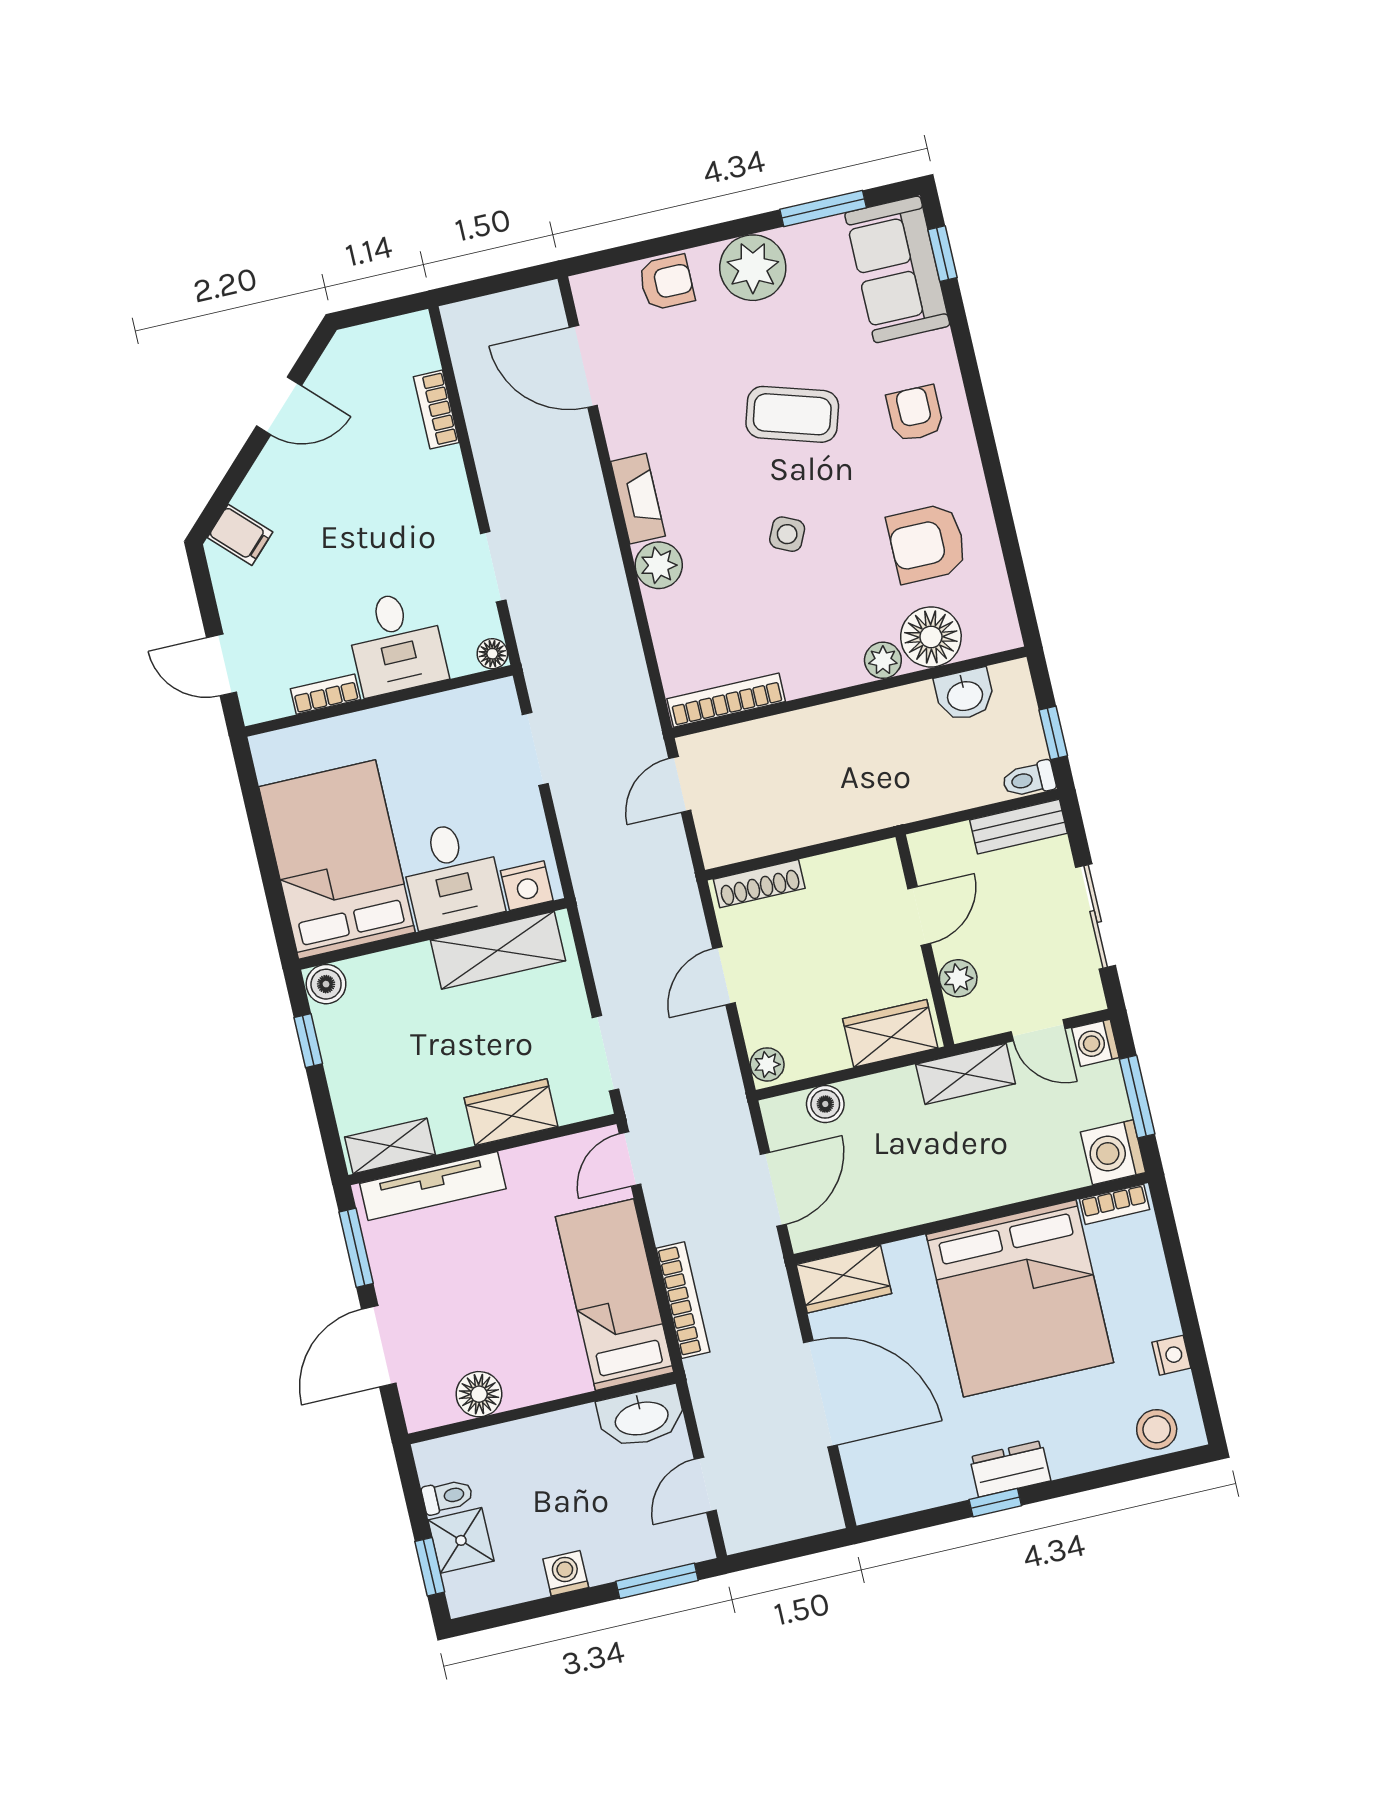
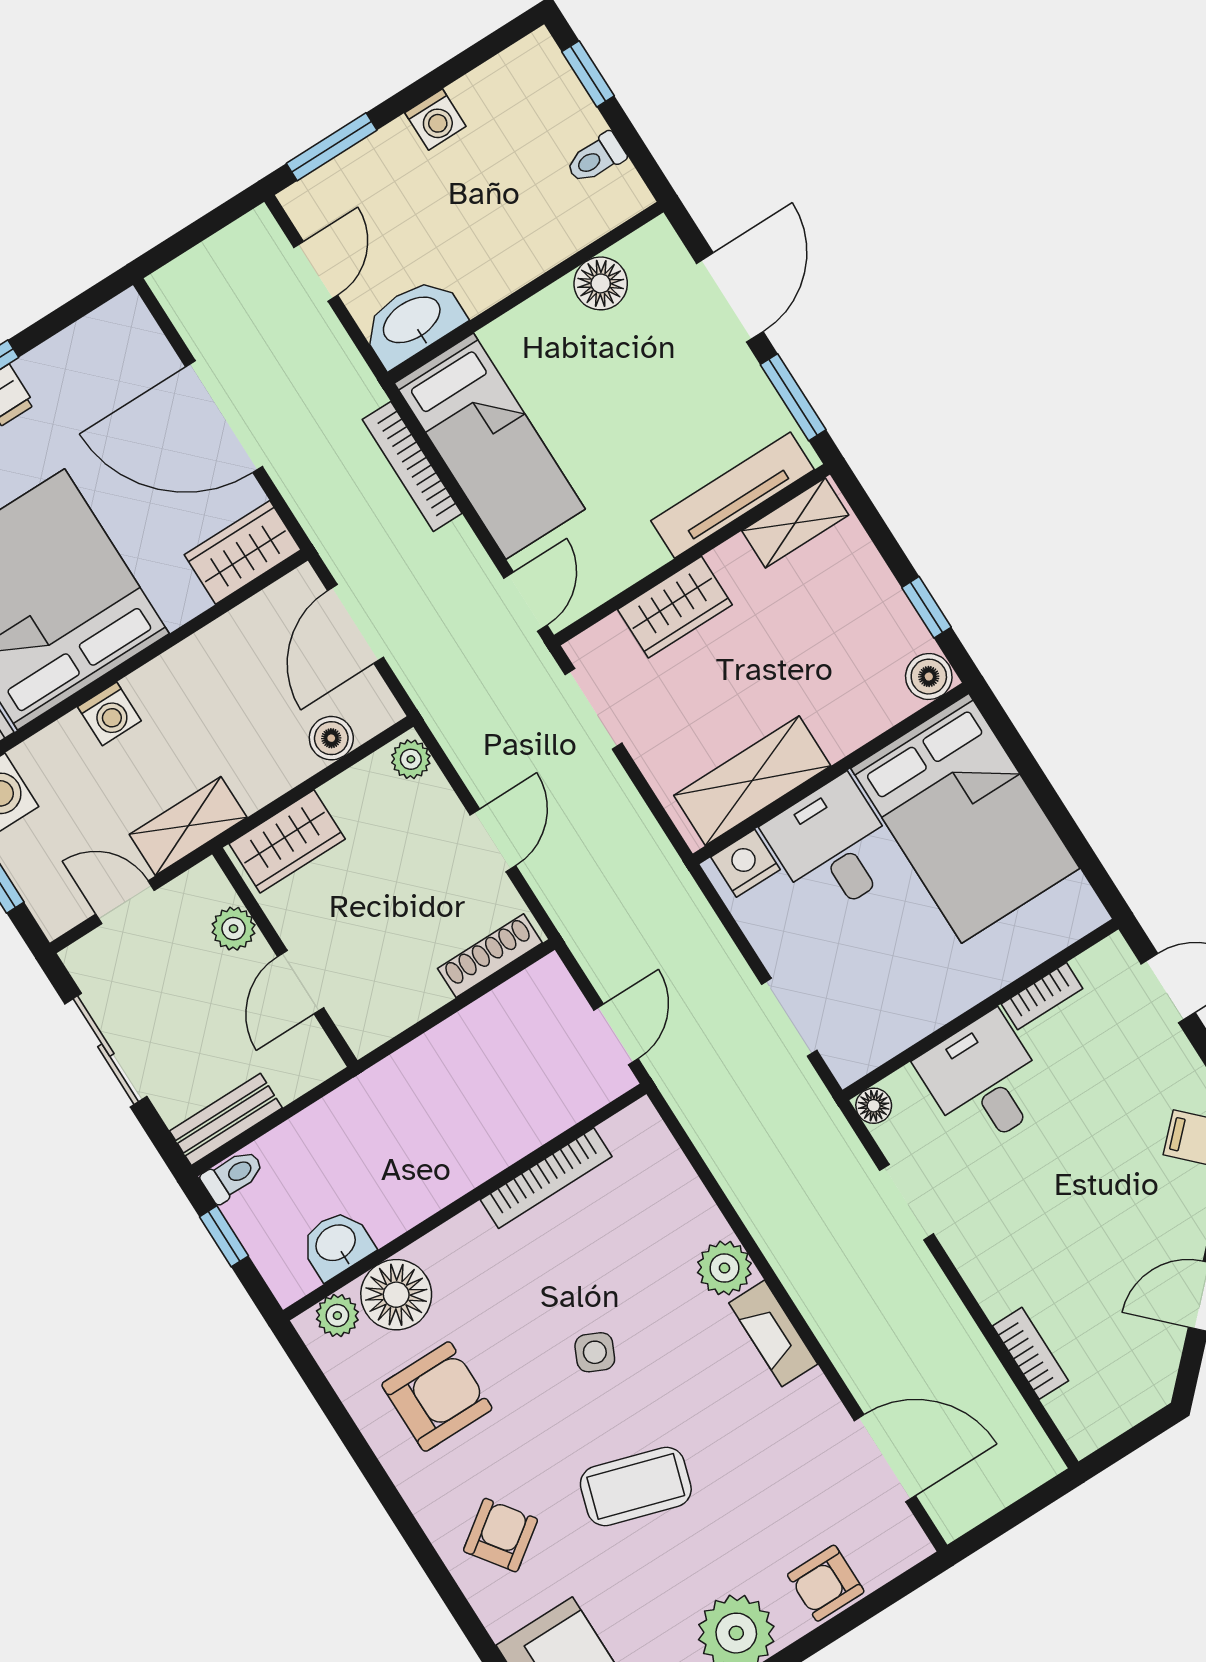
armchair: (915, 414) -> (501, 1535), turned -126
plant: (883, 660) -> (337, 1316), moved
bookcase: (726, 700) -> (546, 1178), moved
washing machine: (1095, 1043) -> (109, 714), moved, turned 90
shower: (461, 1540) -> (564, 115), removed

